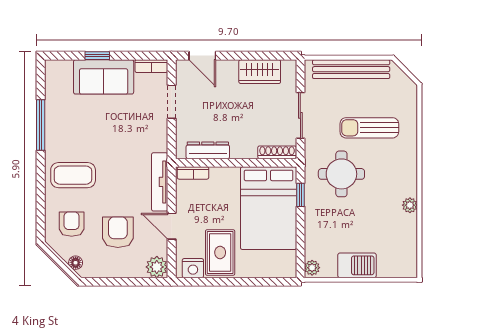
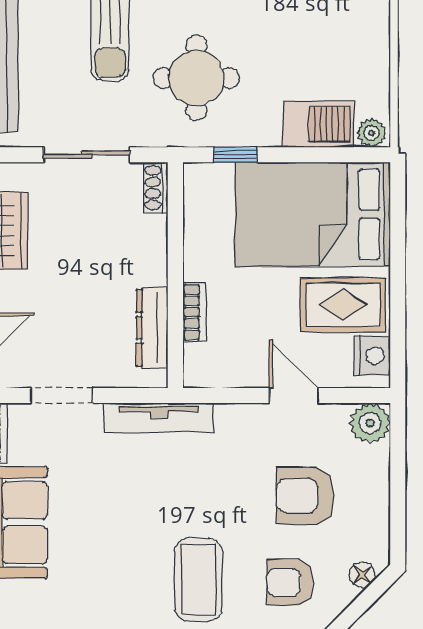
shoe rack: (277, 152) -> (156, 188), width x0.70
bookcase: (193, 173) -> (195, 312), moved
tv unit: (160, 182) -> (159, 418), moved
bed: (269, 208) -> (313, 214), moved, turned 180
door: (172, 226) -> (294, 396), swing flipped
barbecue: (357, 265) -> (319, 124), moved, turned 90

